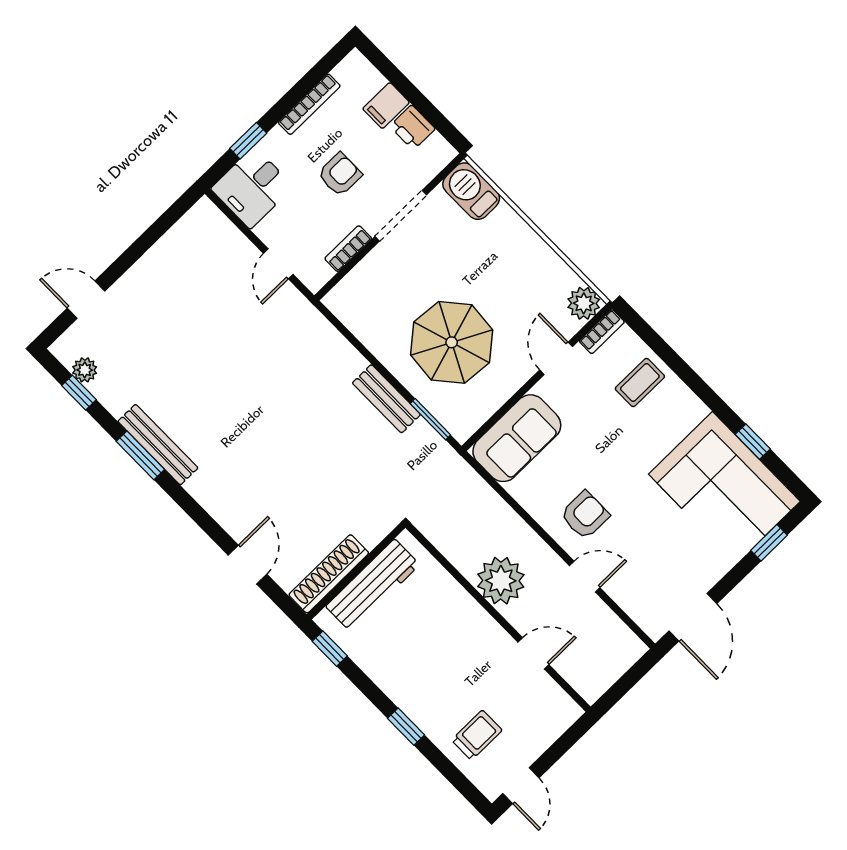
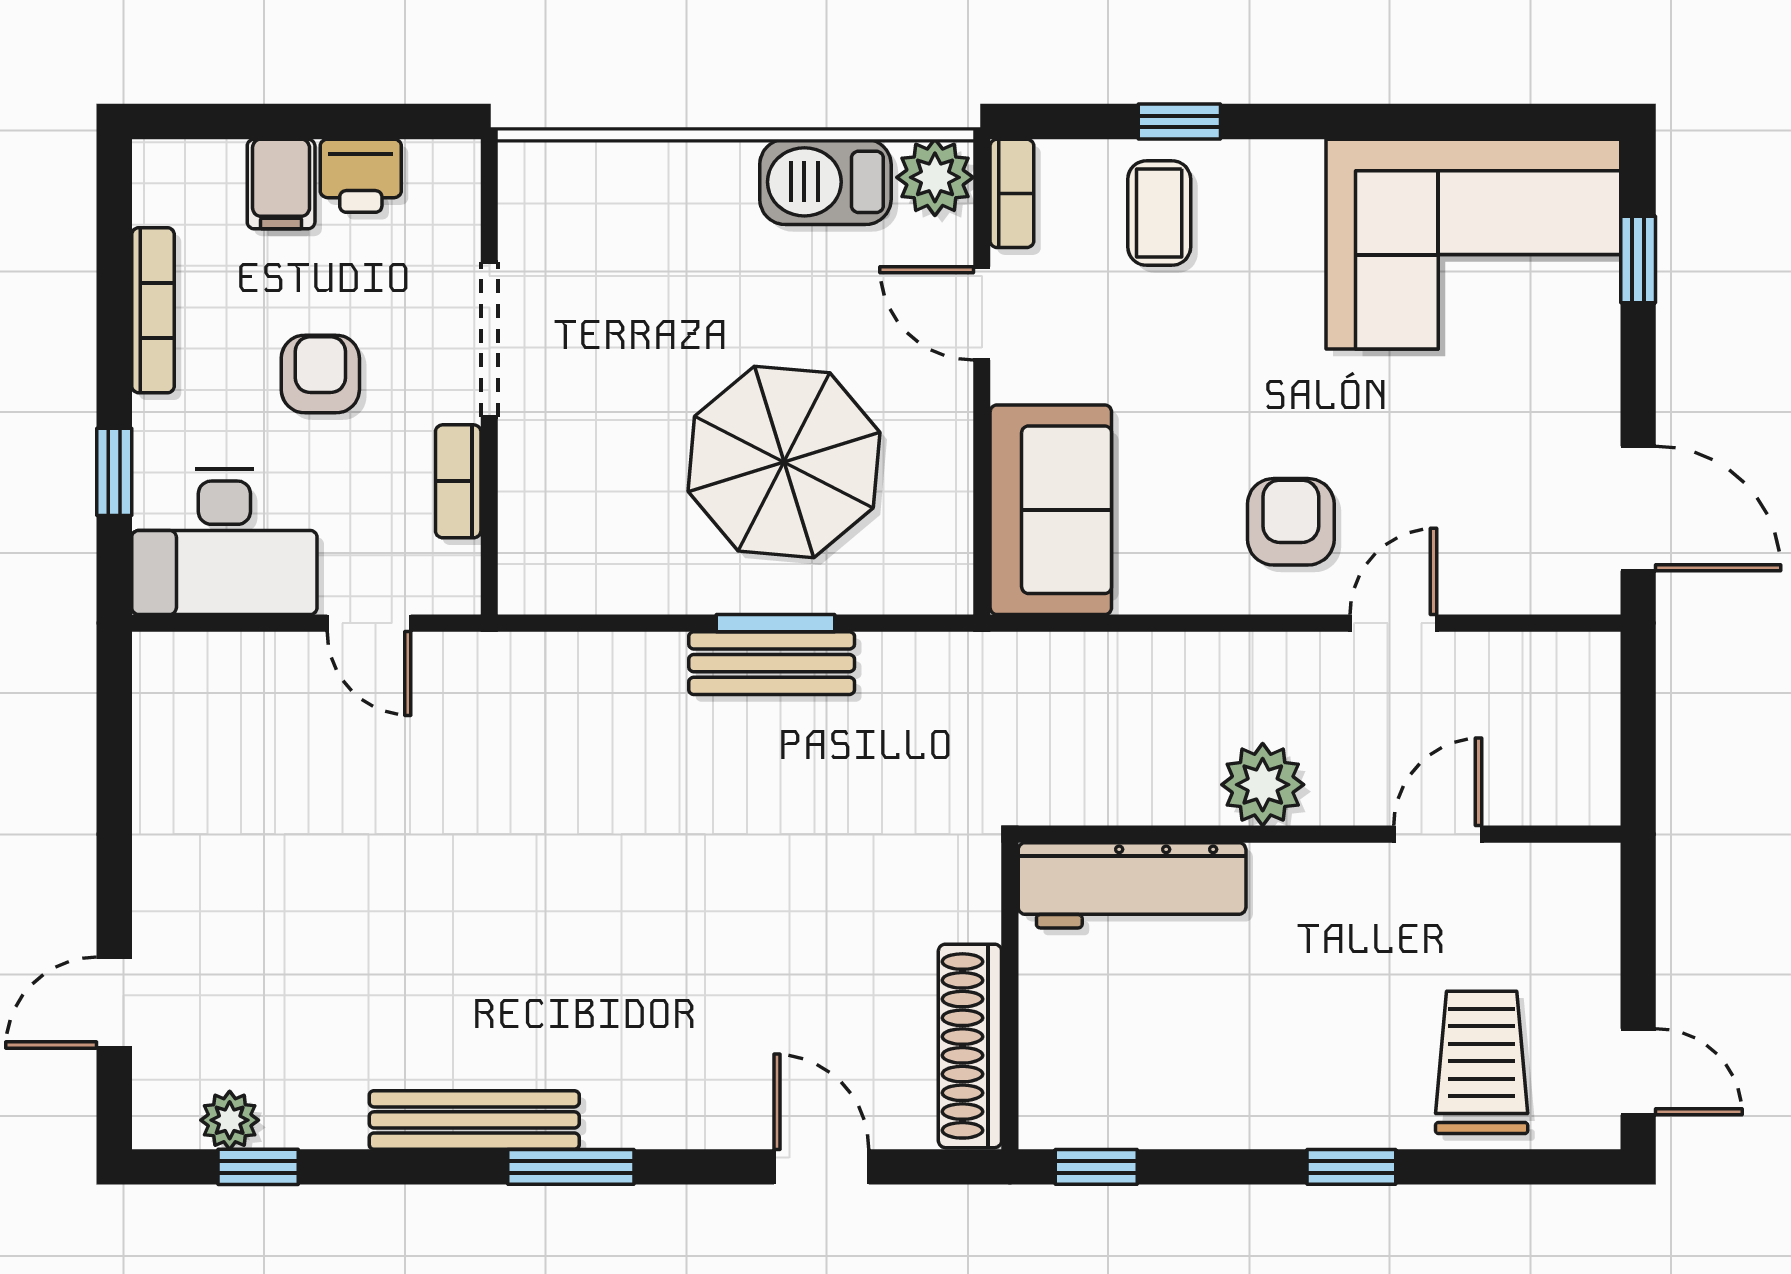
desk: (252, 188) -> (224, 542), width x1.37
barbecue: (471, 191) -> (825, 182), moved
window: (430, 419) -> (776, 623), moved
window: (753, 442) -> (1179, 121), moved
window: (140, 455) -> (571, 1167), moved
plant: (501, 581) -> (1263, 785), width x0.73, depth x0.73
workbench: (373, 585) -> (1132, 885), moved, turned 90
trolley: (477, 735) -> (1482, 1062), width x1.36, depth x1.39

